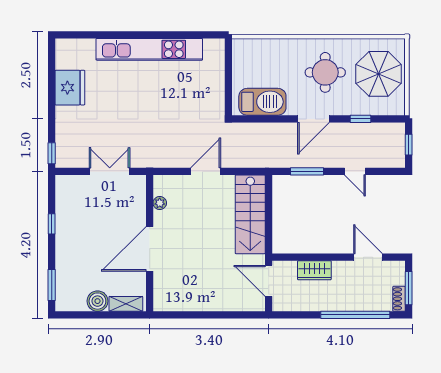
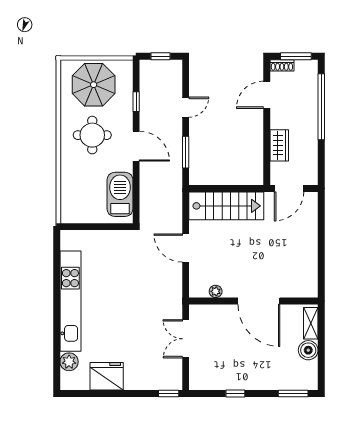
plant: (85, 48) -> (69, 362), added
shoe rack: (399, 299) -> (282, 65), moved

